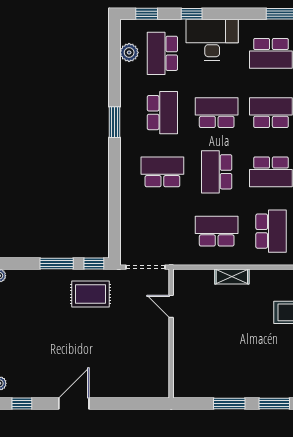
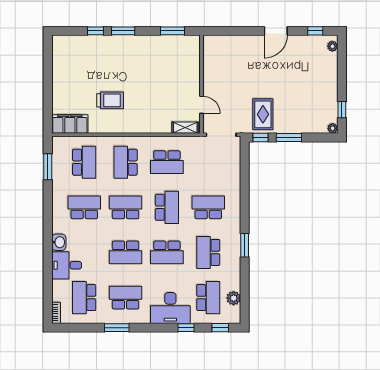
school desk: (162, 172) -> (208, 207), turned 180
shelving: (232, 277) -> (185, 128), moved
rug: (91, 294) -> (263, 114), turned 90
window: (229, 403) -> (172, 31), moved

